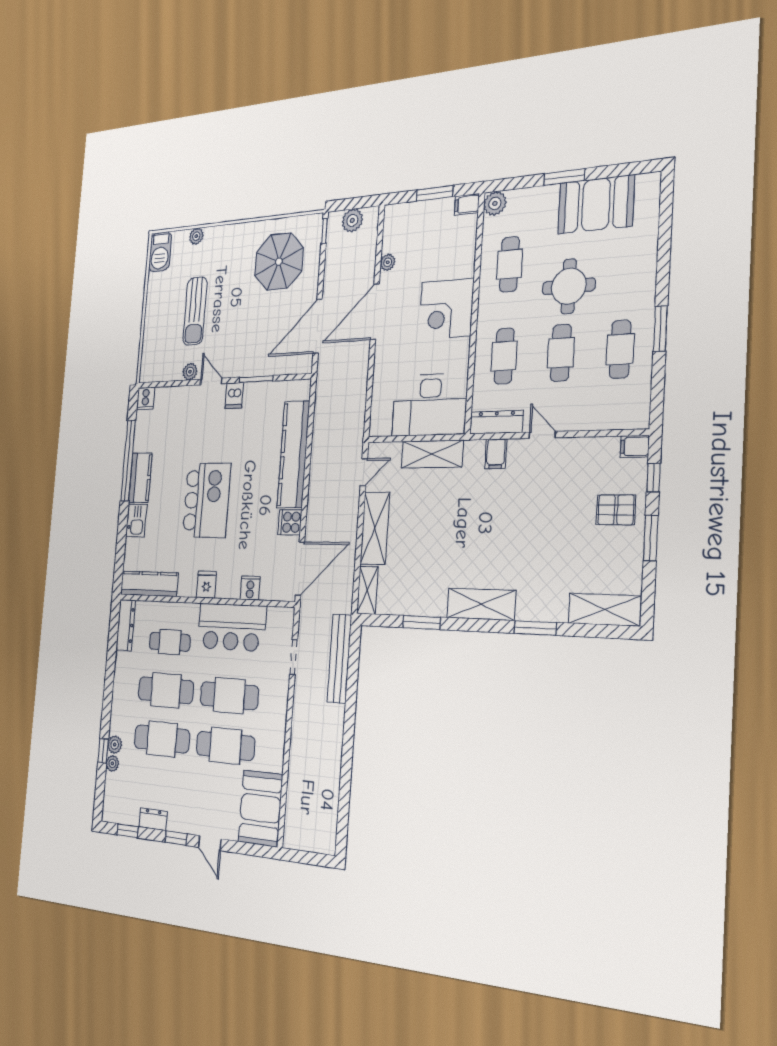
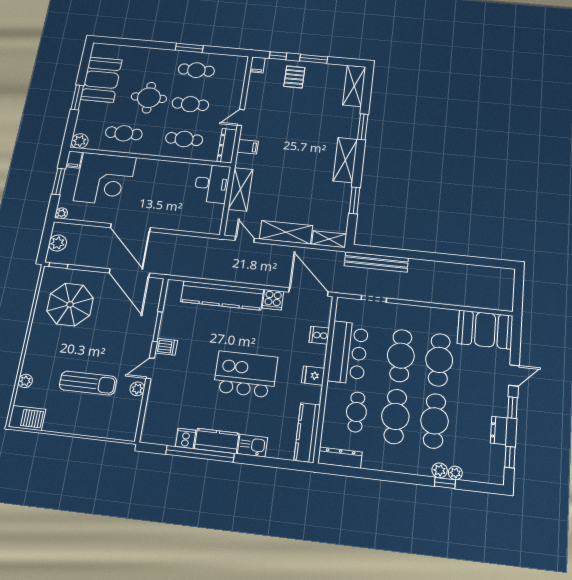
plant: (388, 262) -> (61, 213), moved
corner desk: (446, 309) -> (105, 179), moved, width x1.36, depth x1.36
cooker: (146, 398) -> (186, 438), moved, turned -90
desk: (430, 405) -> (212, 184), width x0.73, depth x0.77

